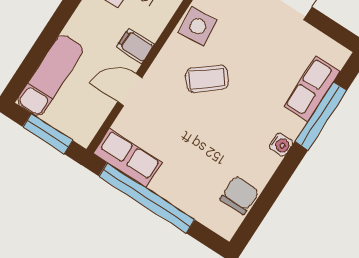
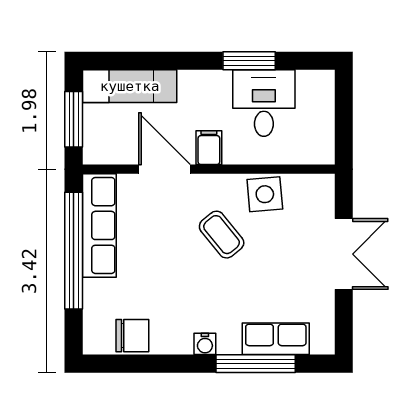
door: (130, 90) -> (165, 169), width x1.38
row of seats: (128, 158) -> (99, 225), width x1.48

